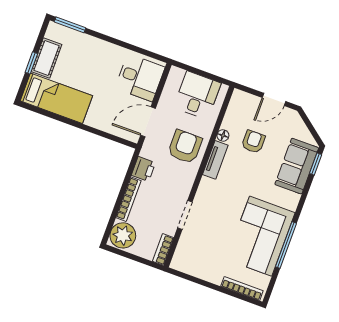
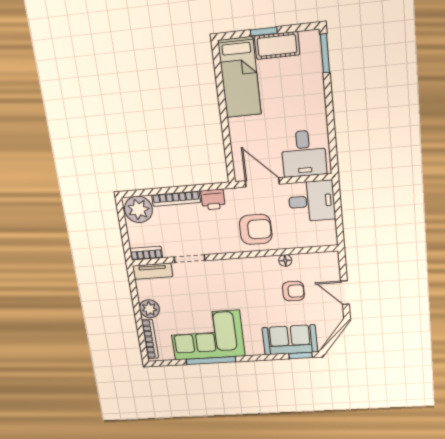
desk: (197, 95) -> (312, 201), moved
tv unit: (215, 160) -> (153, 271), moved
plant: (214, 274) -> (149, 309), added

